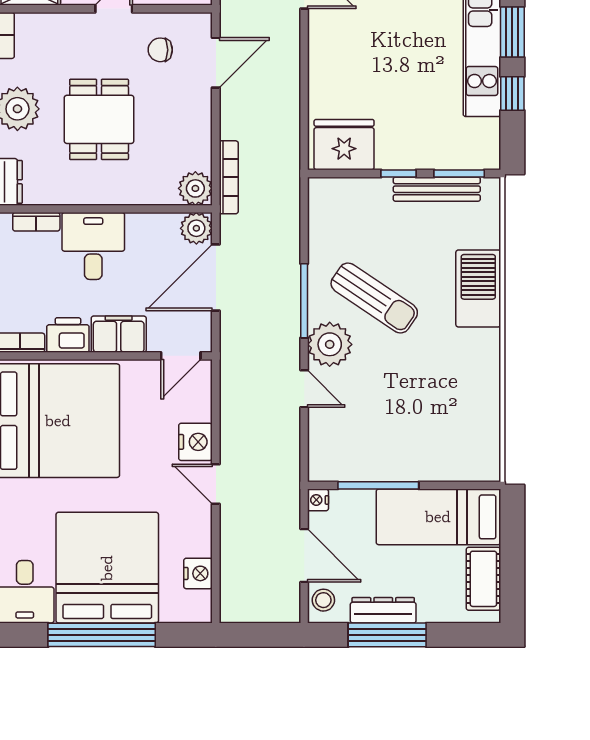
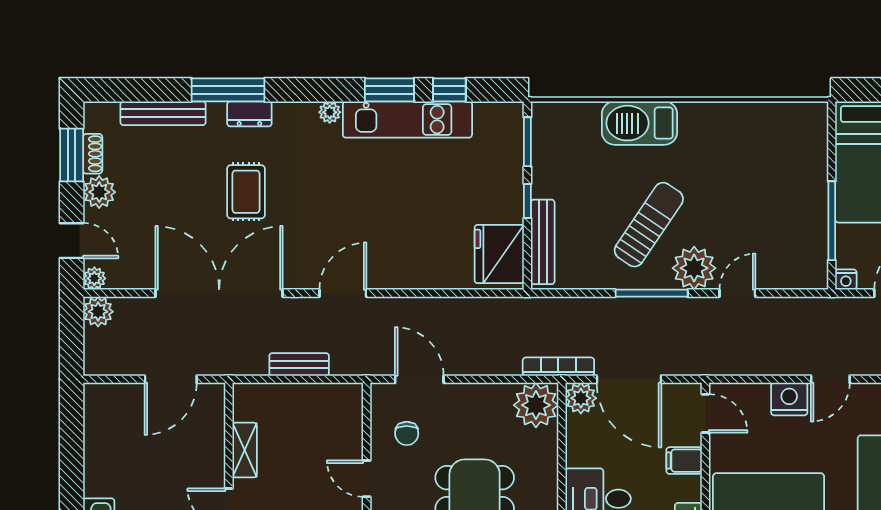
bookcase: (229, 177) -> (558, 367), moved
plant: (195, 188) -> (536, 405), width x1.36, depth x1.36
bench: (437, 189) -> (543, 242), moved
filing cabinet: (119, 334) -> (684, 461), width x0.50

